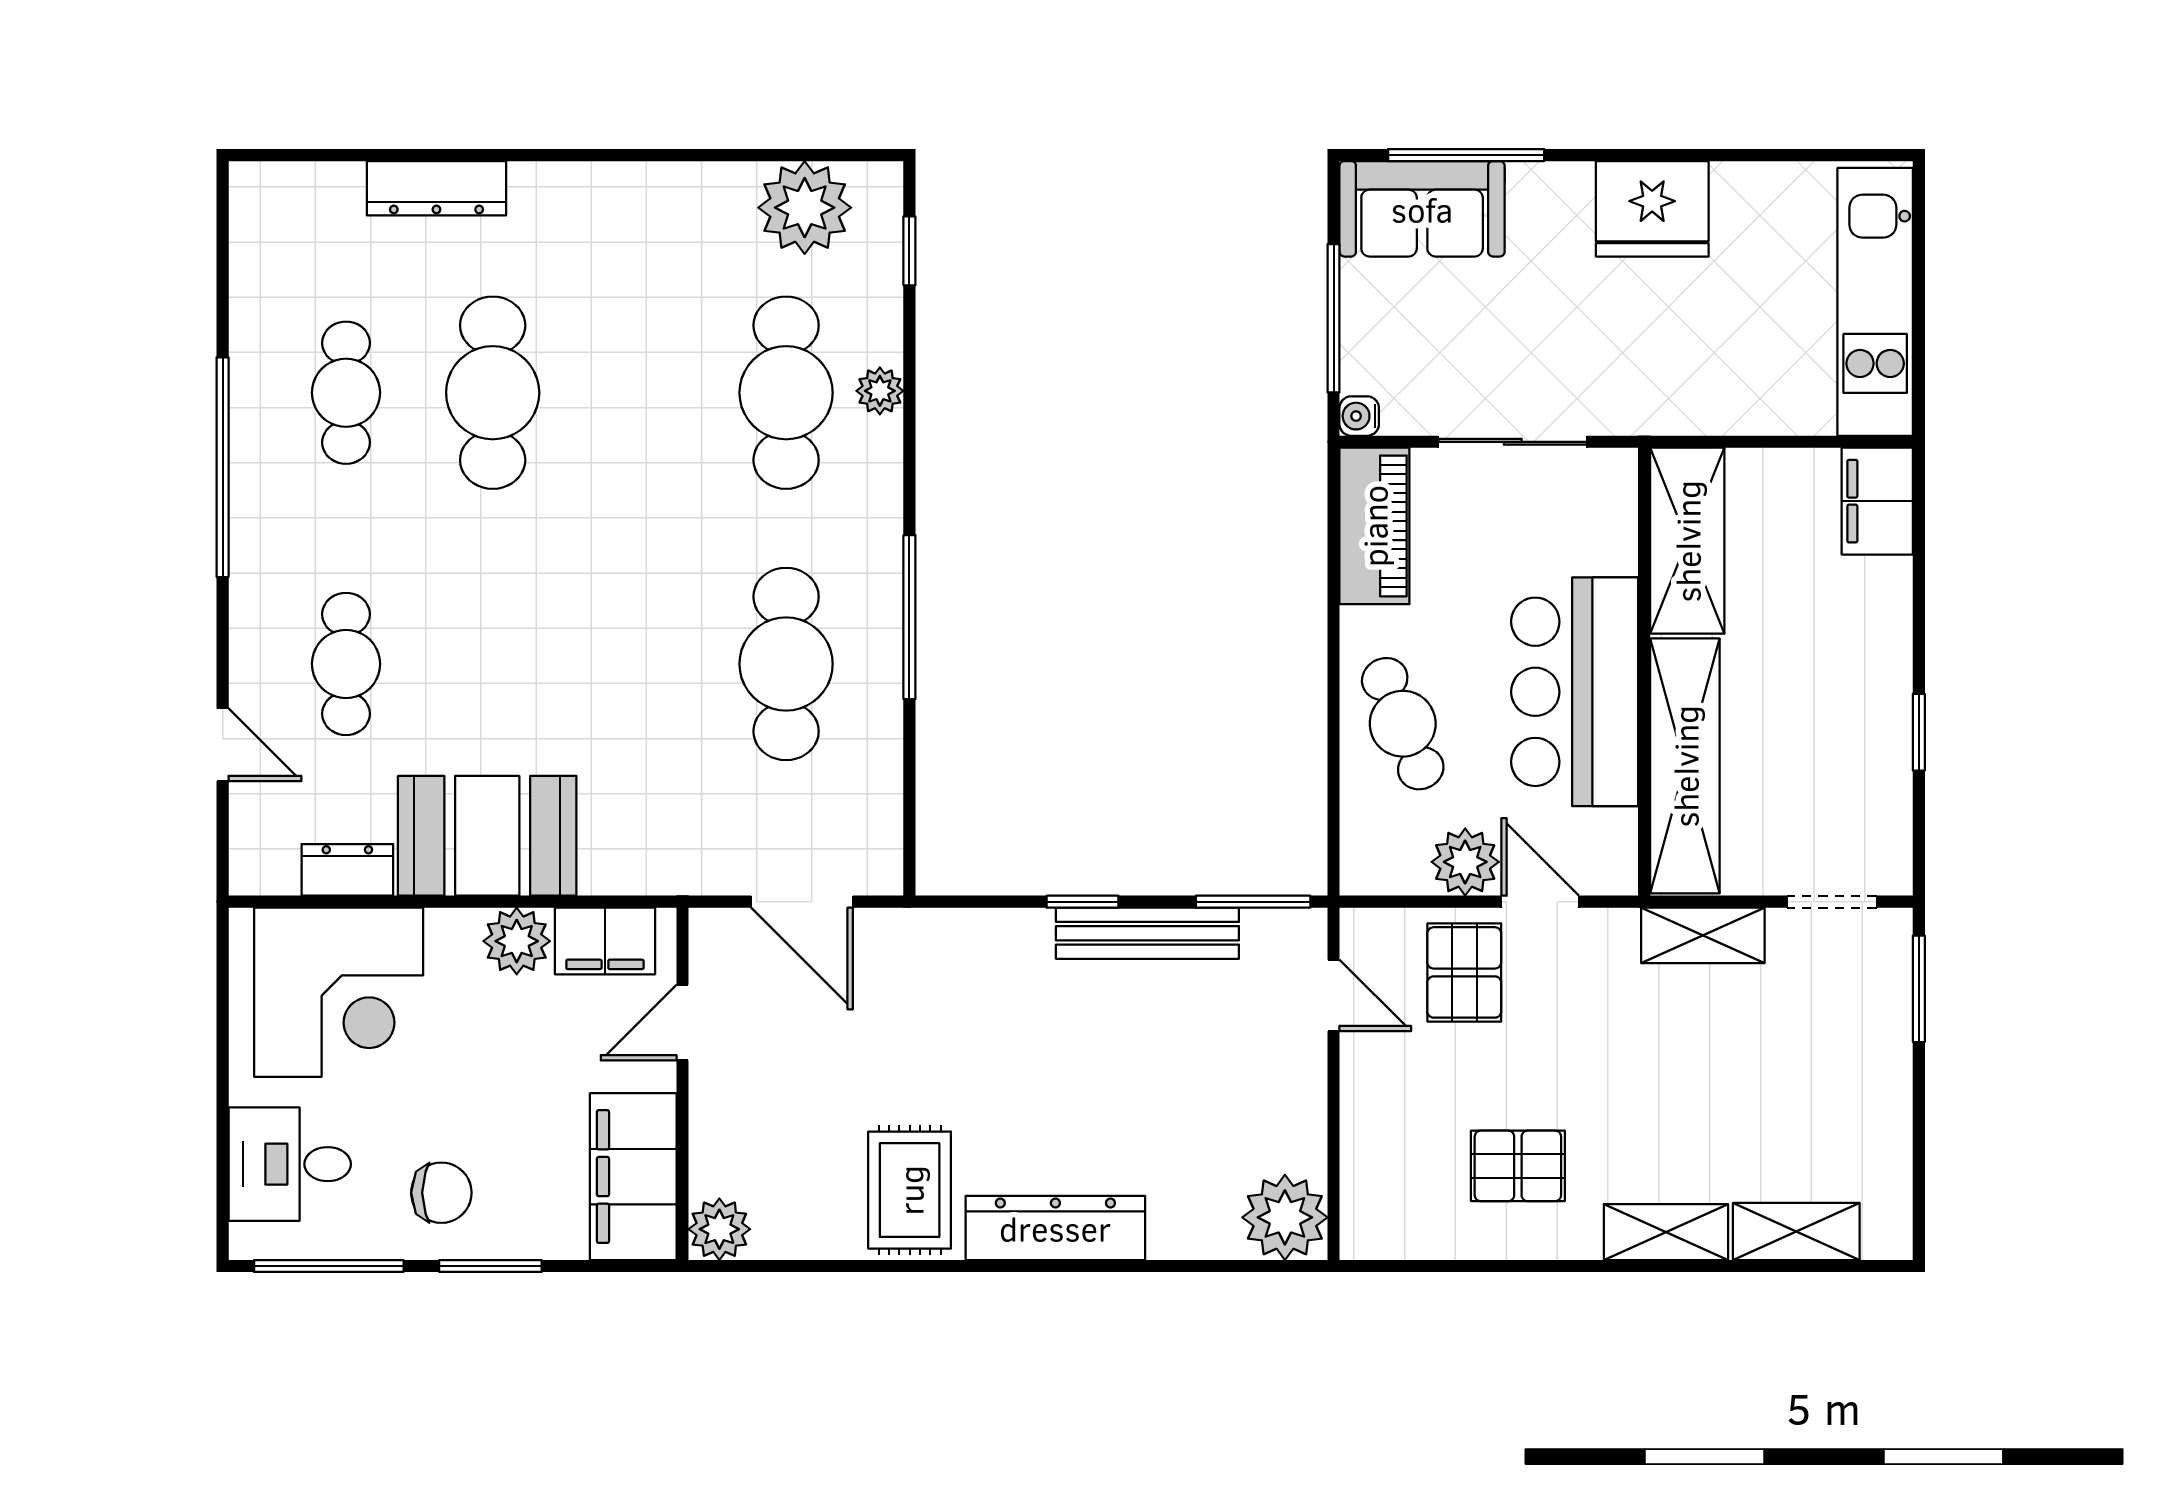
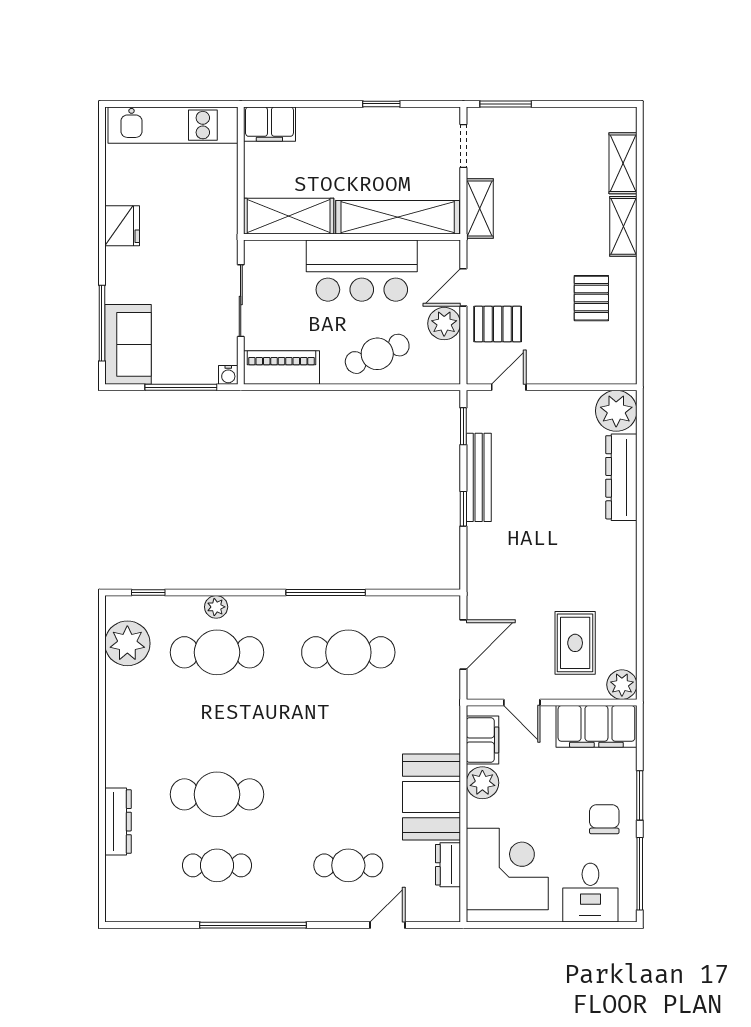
fridge: (1652, 209) -> (122, 226), width x0.73, depth x0.75
window: (1253, 902) -> (463, 426), width x0.67
rug: (910, 1190) -> (575, 643), moved, turned 90
dresser: (1055, 1228) -> (621, 477), moved

